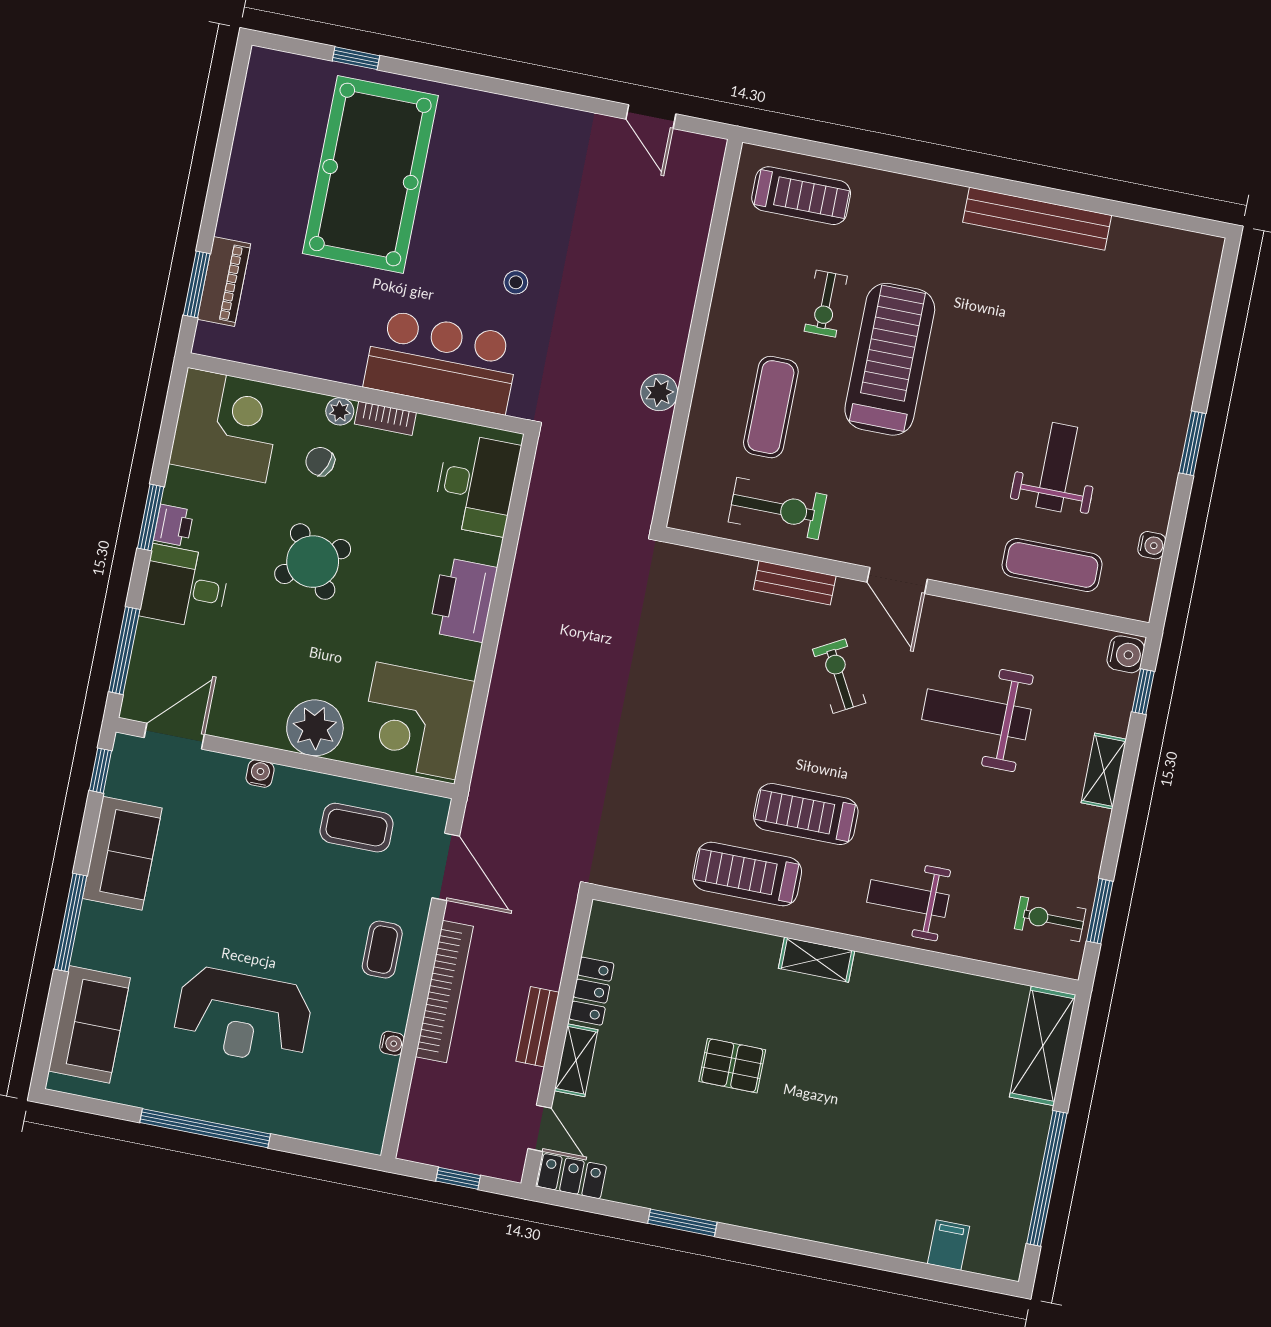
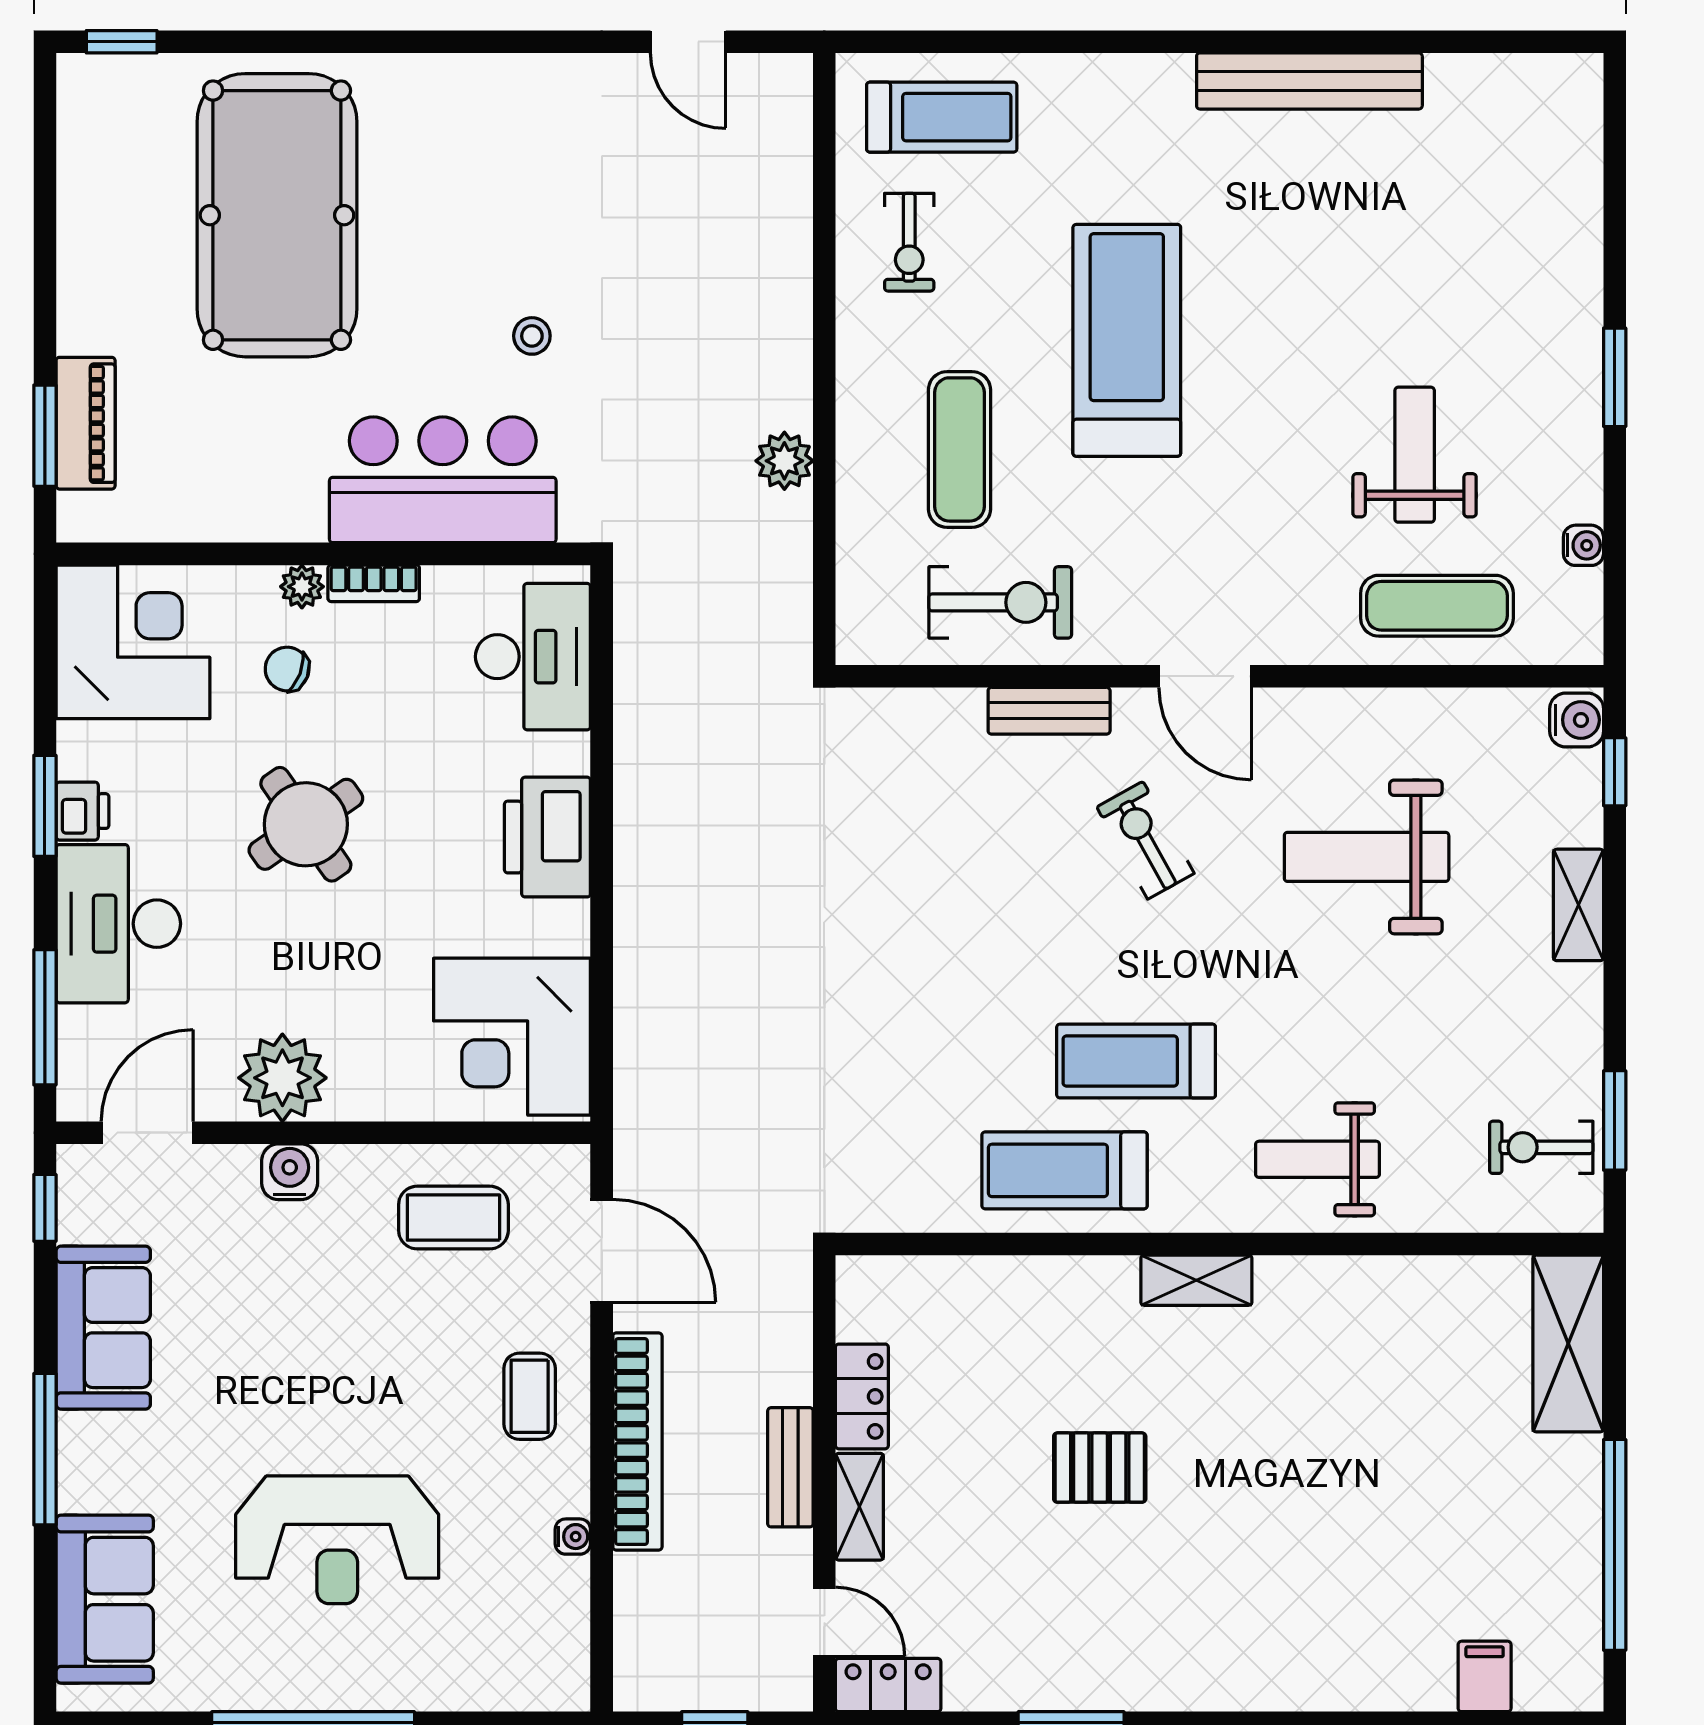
window: (356, 58) -> (122, 42), moved
exercise bike: (826, 304) -> (909, 242), moved
desk: (185, 587) -> (118, 924), width x1.37
plant: (315, 728) -> (282, 1078), moved
water cooler: (260, 773) -> (290, 1172), width x1.38, depth x1.38

